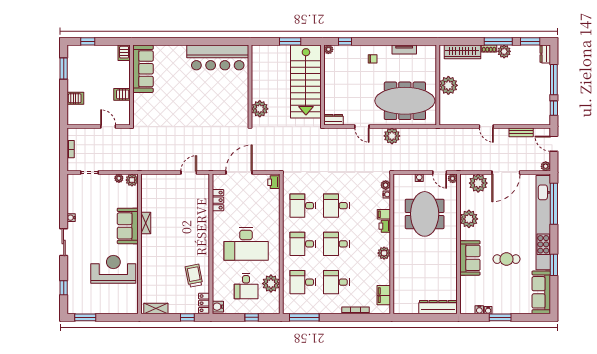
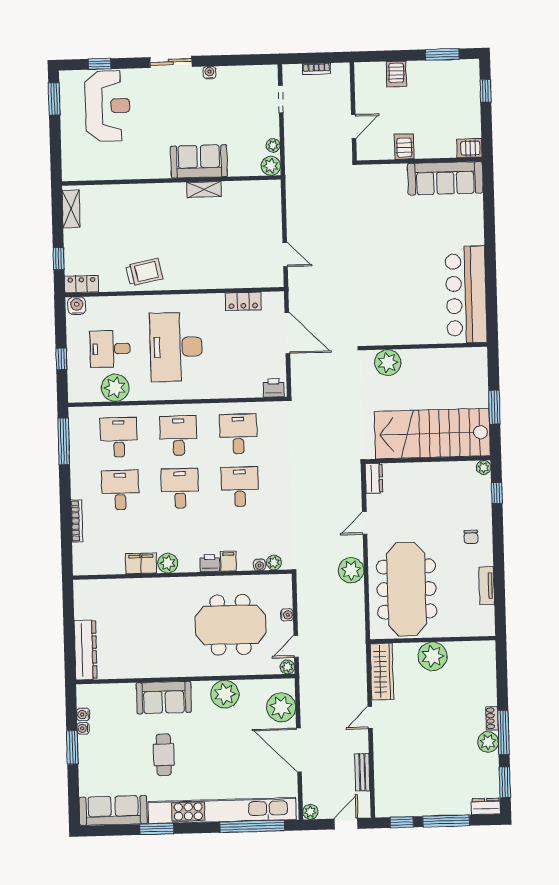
wardrobe: (462, 52) -> (382, 672), moved, turned 180
reception desk: (113, 269) -> (108, 106), moved
trolley: (194, 276) -> (144, 272), moved
filing cabinet: (384, 295) -> (141, 563), moved

